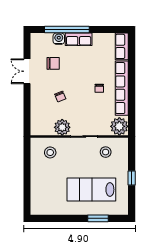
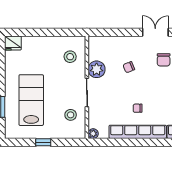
plant: (119, 126) -> (93, 134), width x0.53, depth x0.53
fridge: (37, 207) -> (13, 43), added

